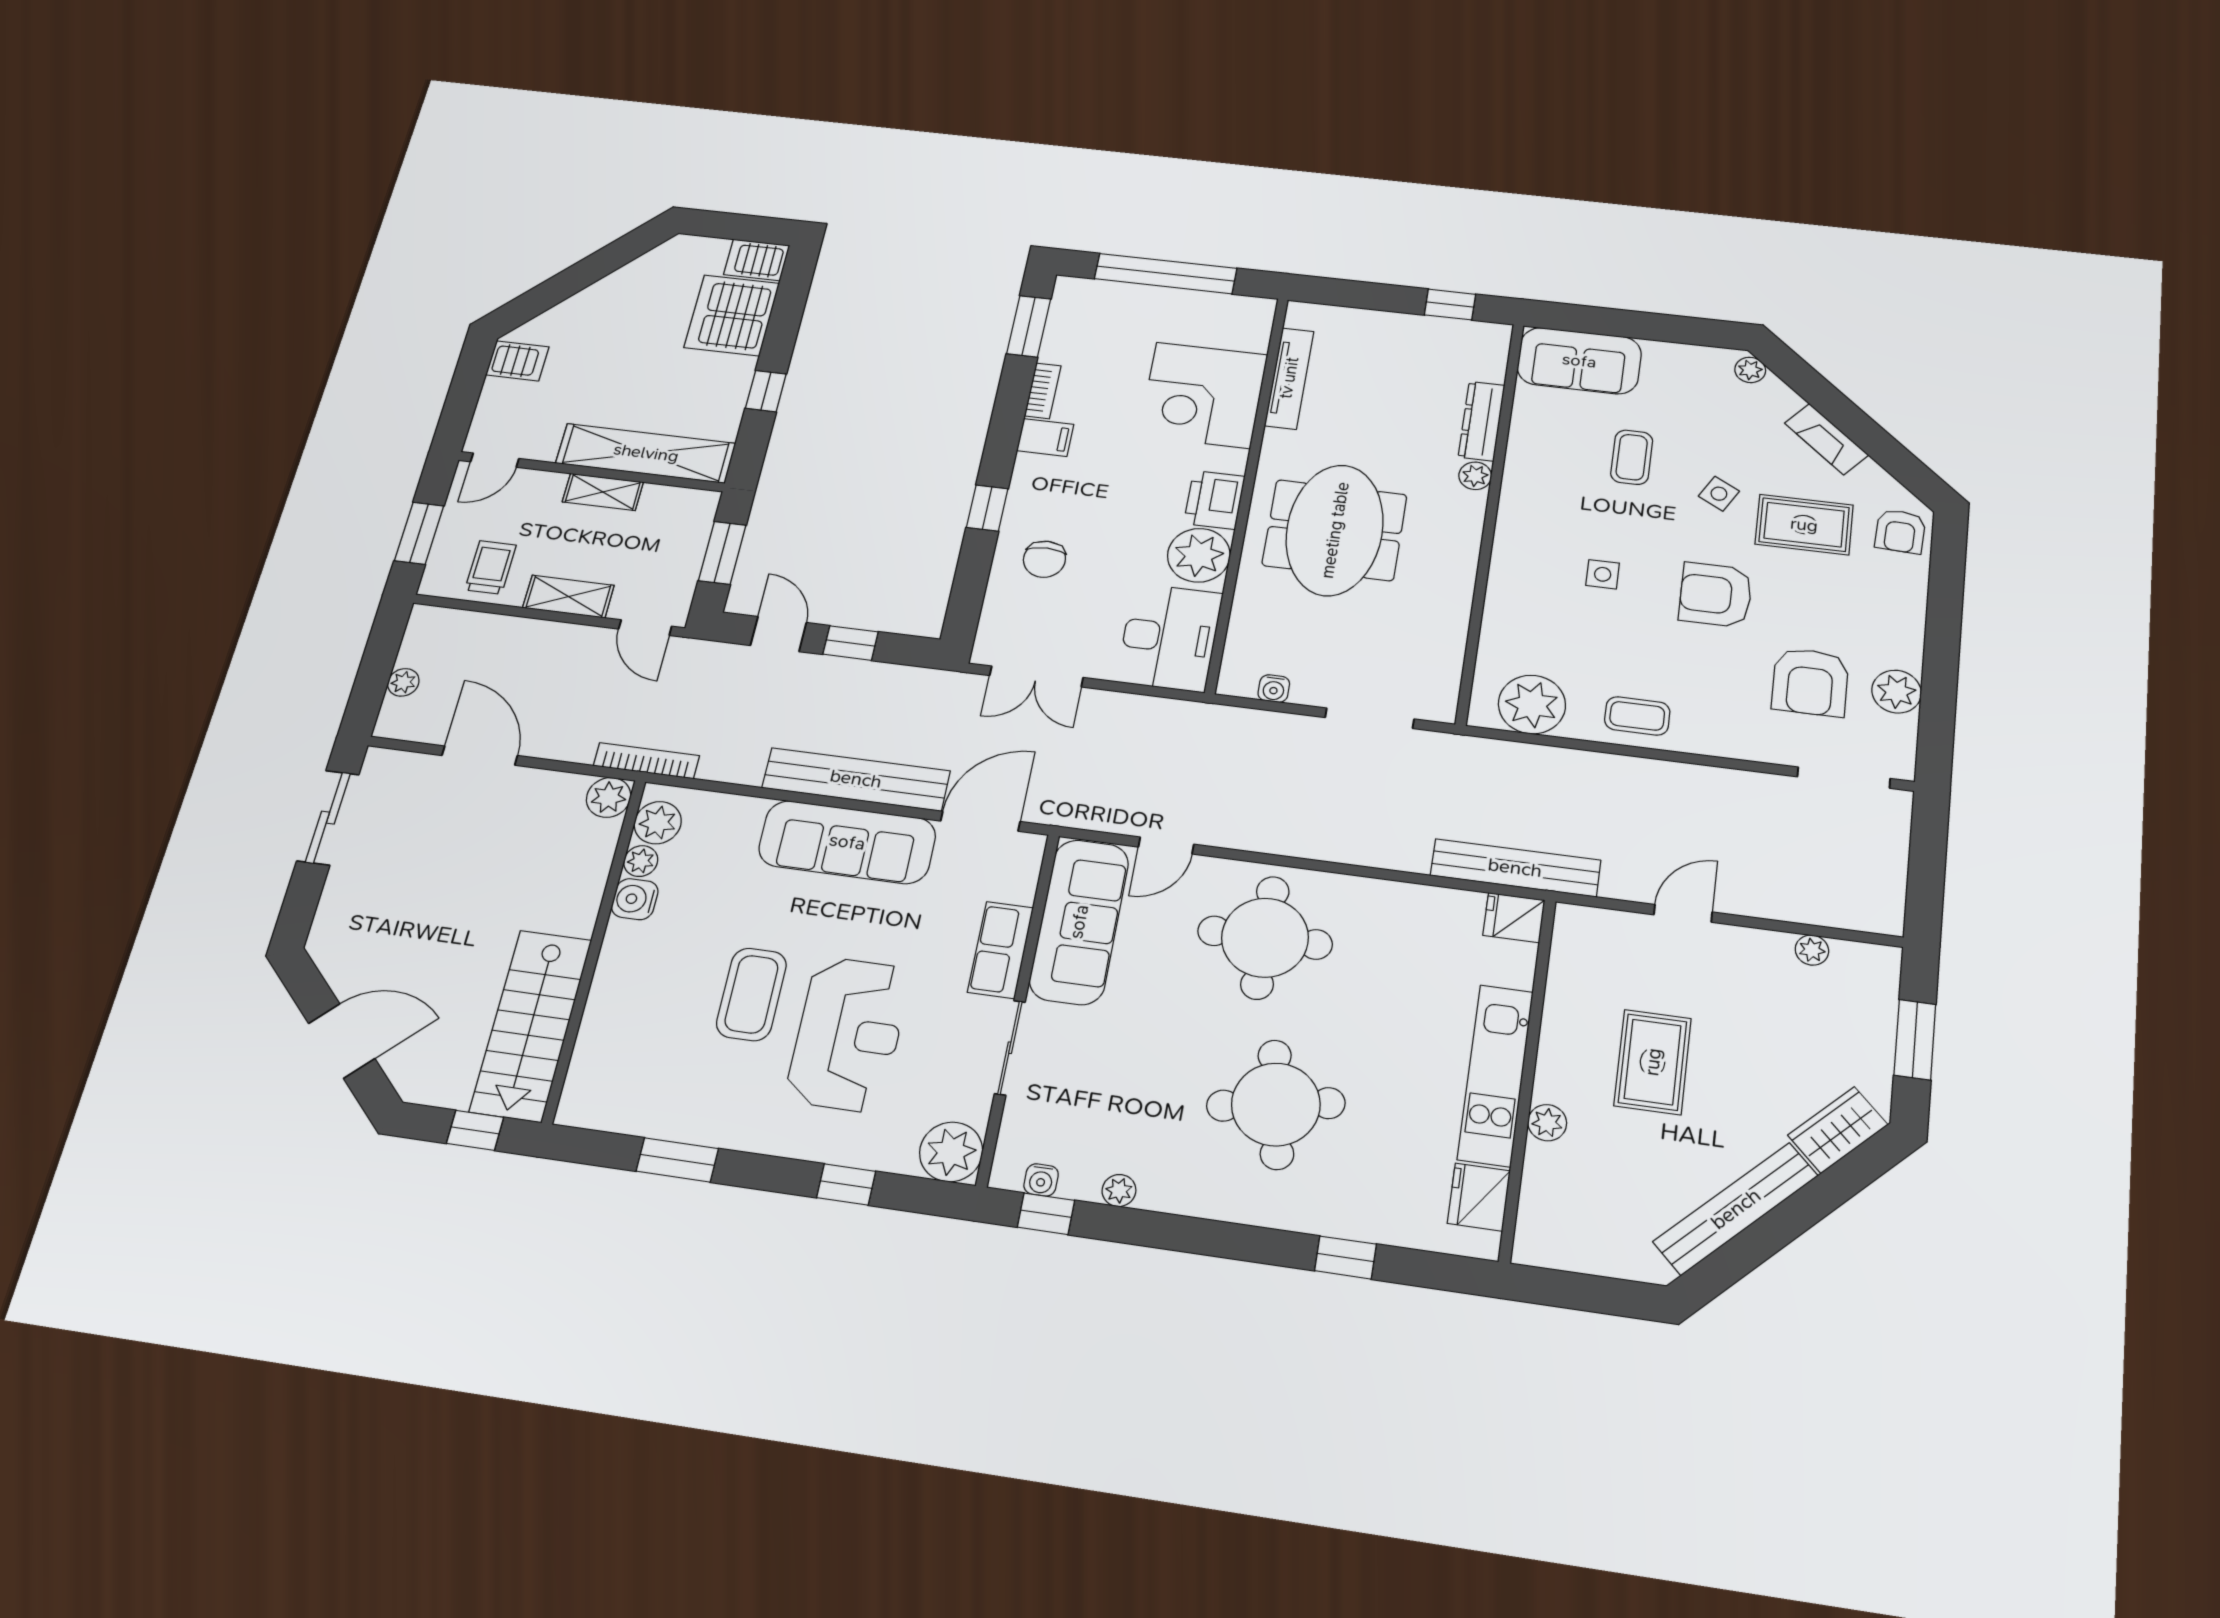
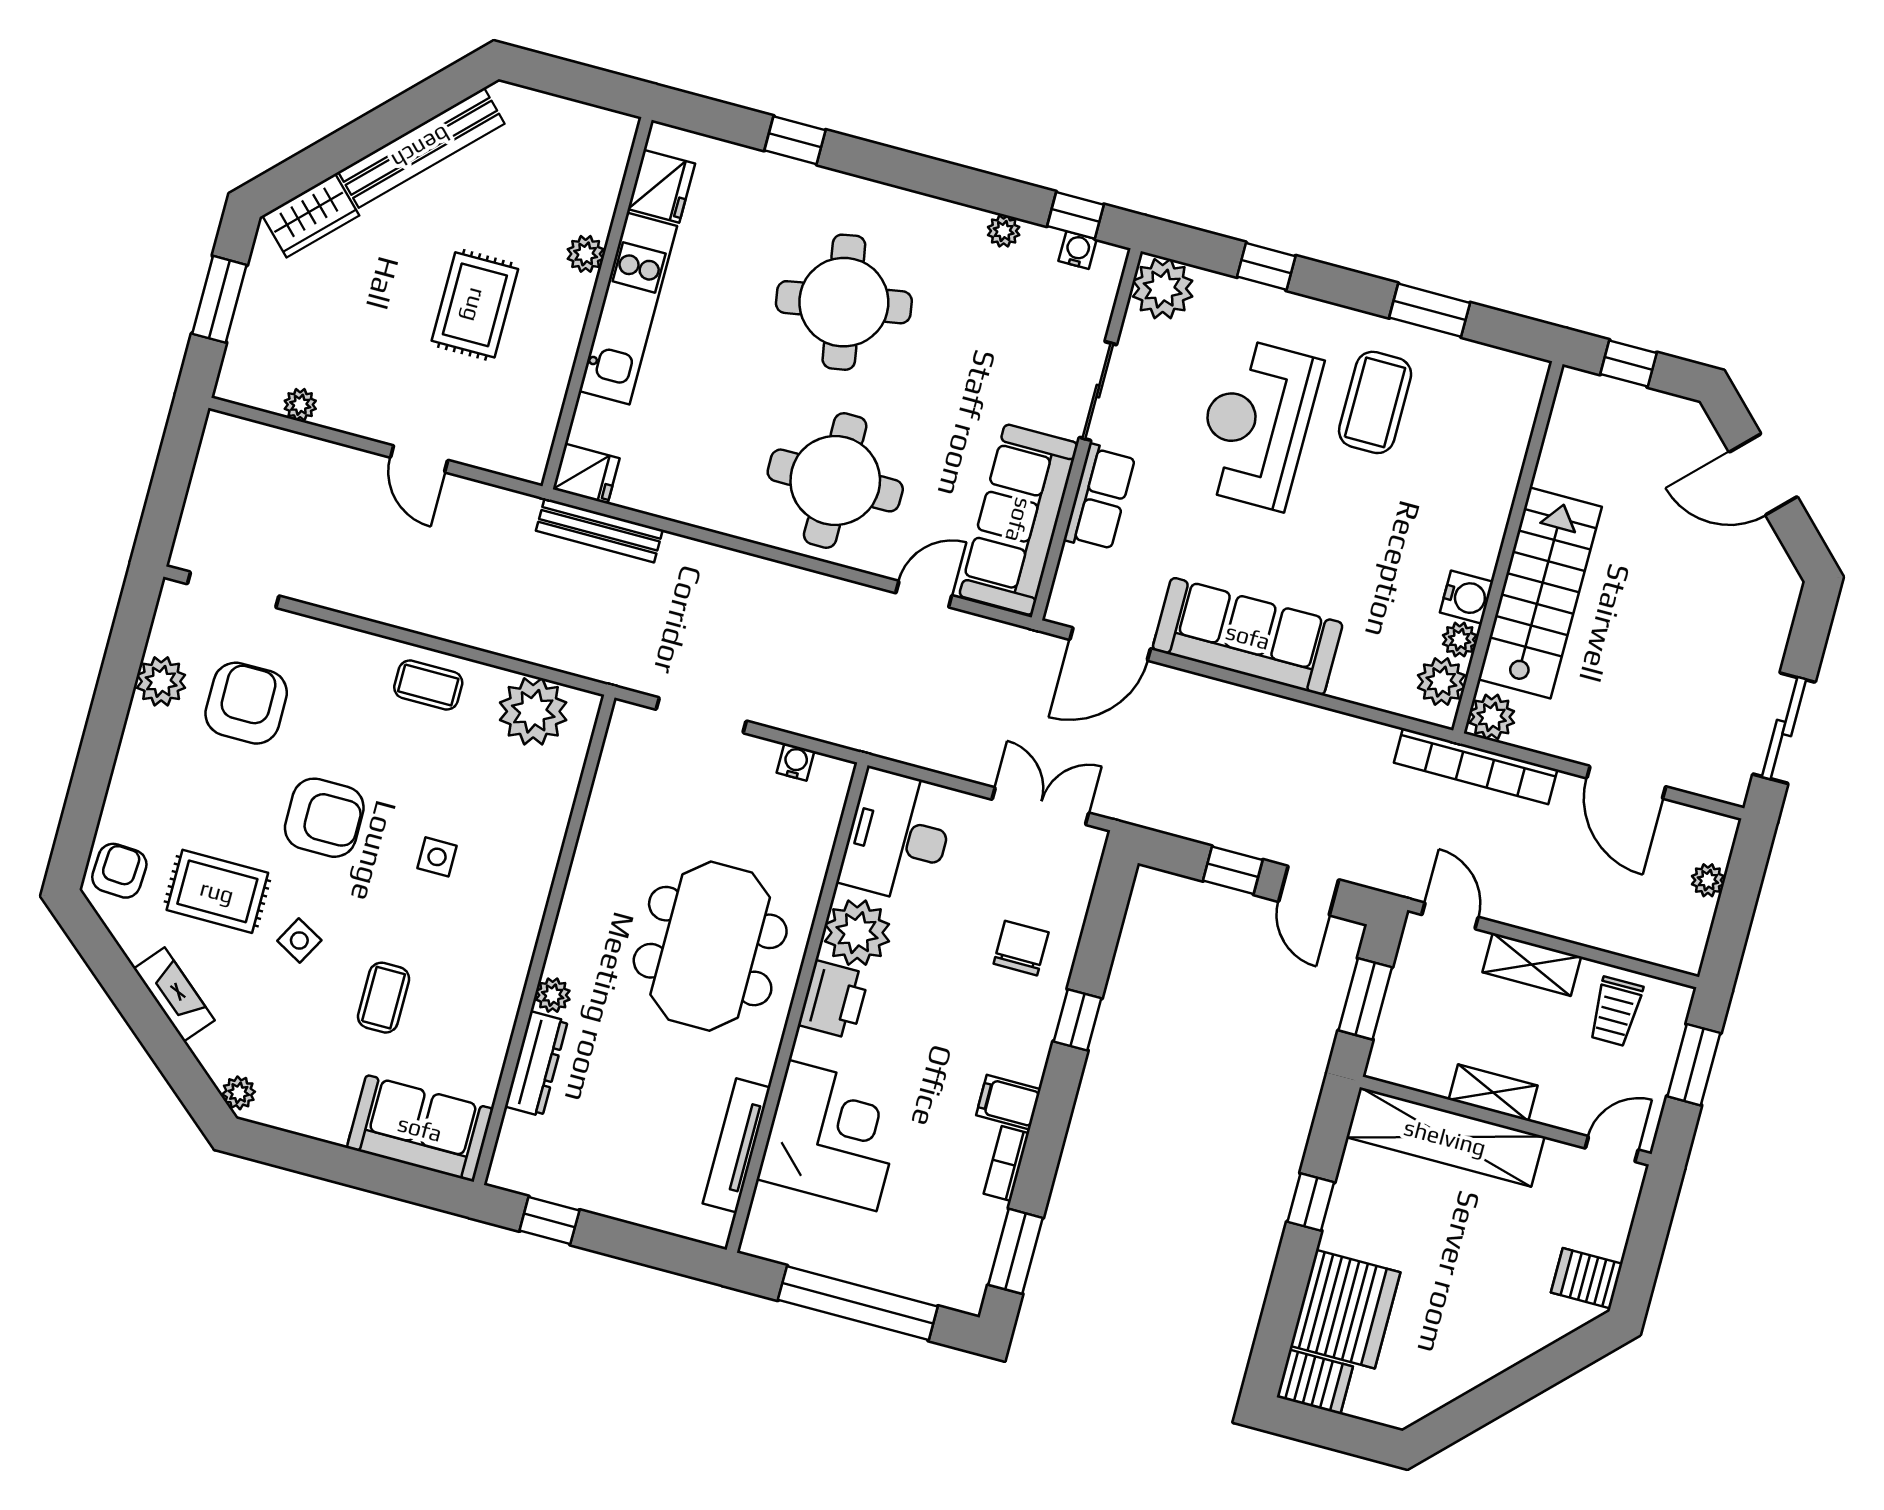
bookcase: (646, 761) -> (1476, 766), width x1.48, depth x1.31
bench: (856, 779) -> (1235, 707), removed
bench: (1515, 868) -> (599, 530), width x0.73, depth x0.82
door: (1683, 913) -> (419, 459), hinge flipped
coffee table: (751, 994) -> (1375, 402), moved
stairs: (531, 1025) -> (1540, 593), moved

